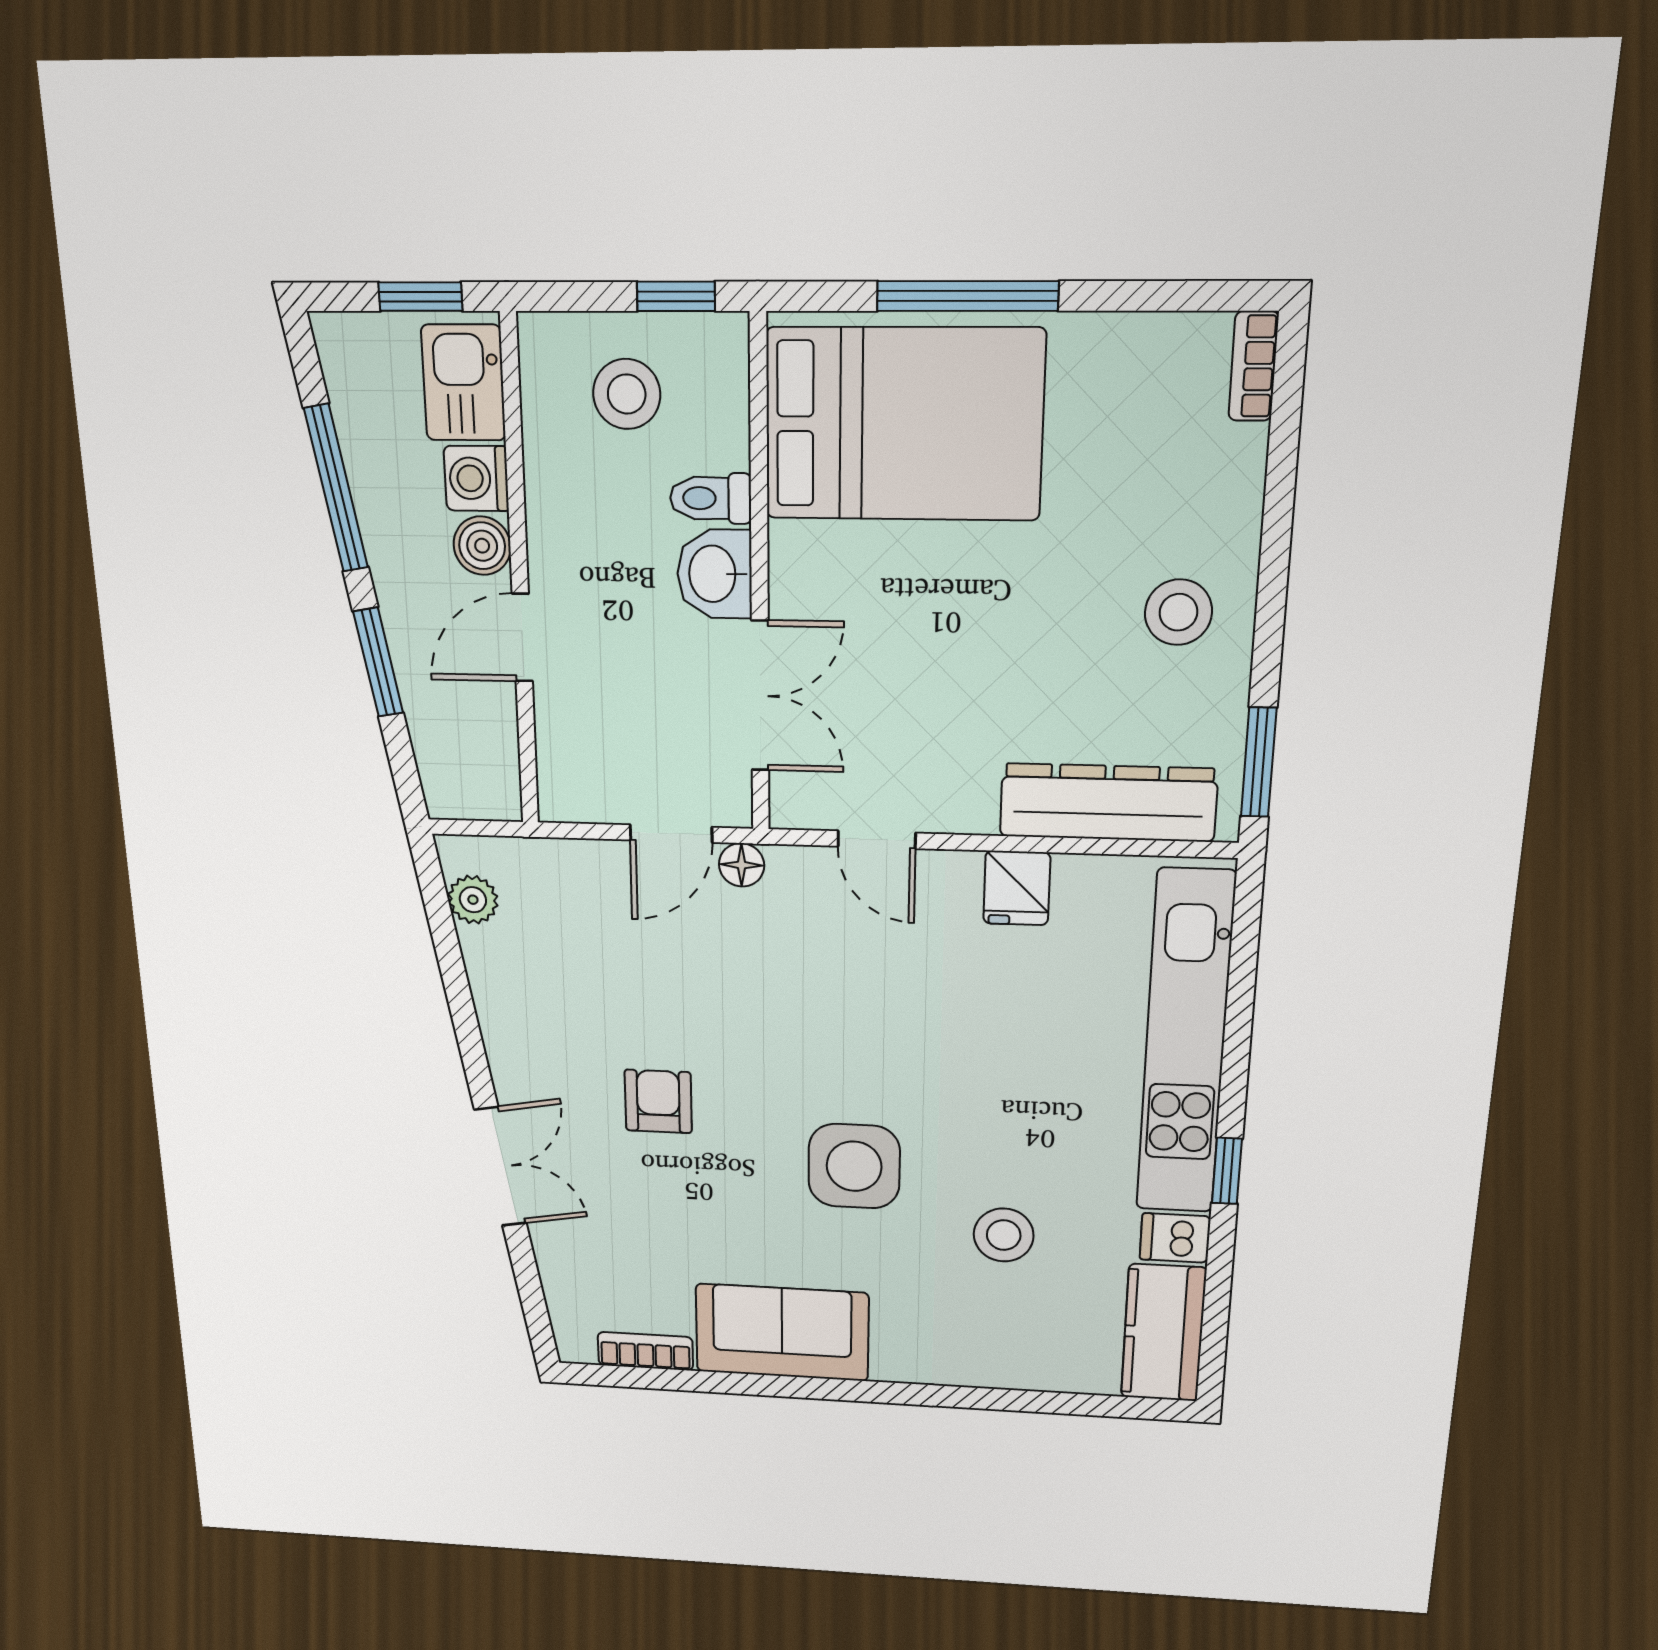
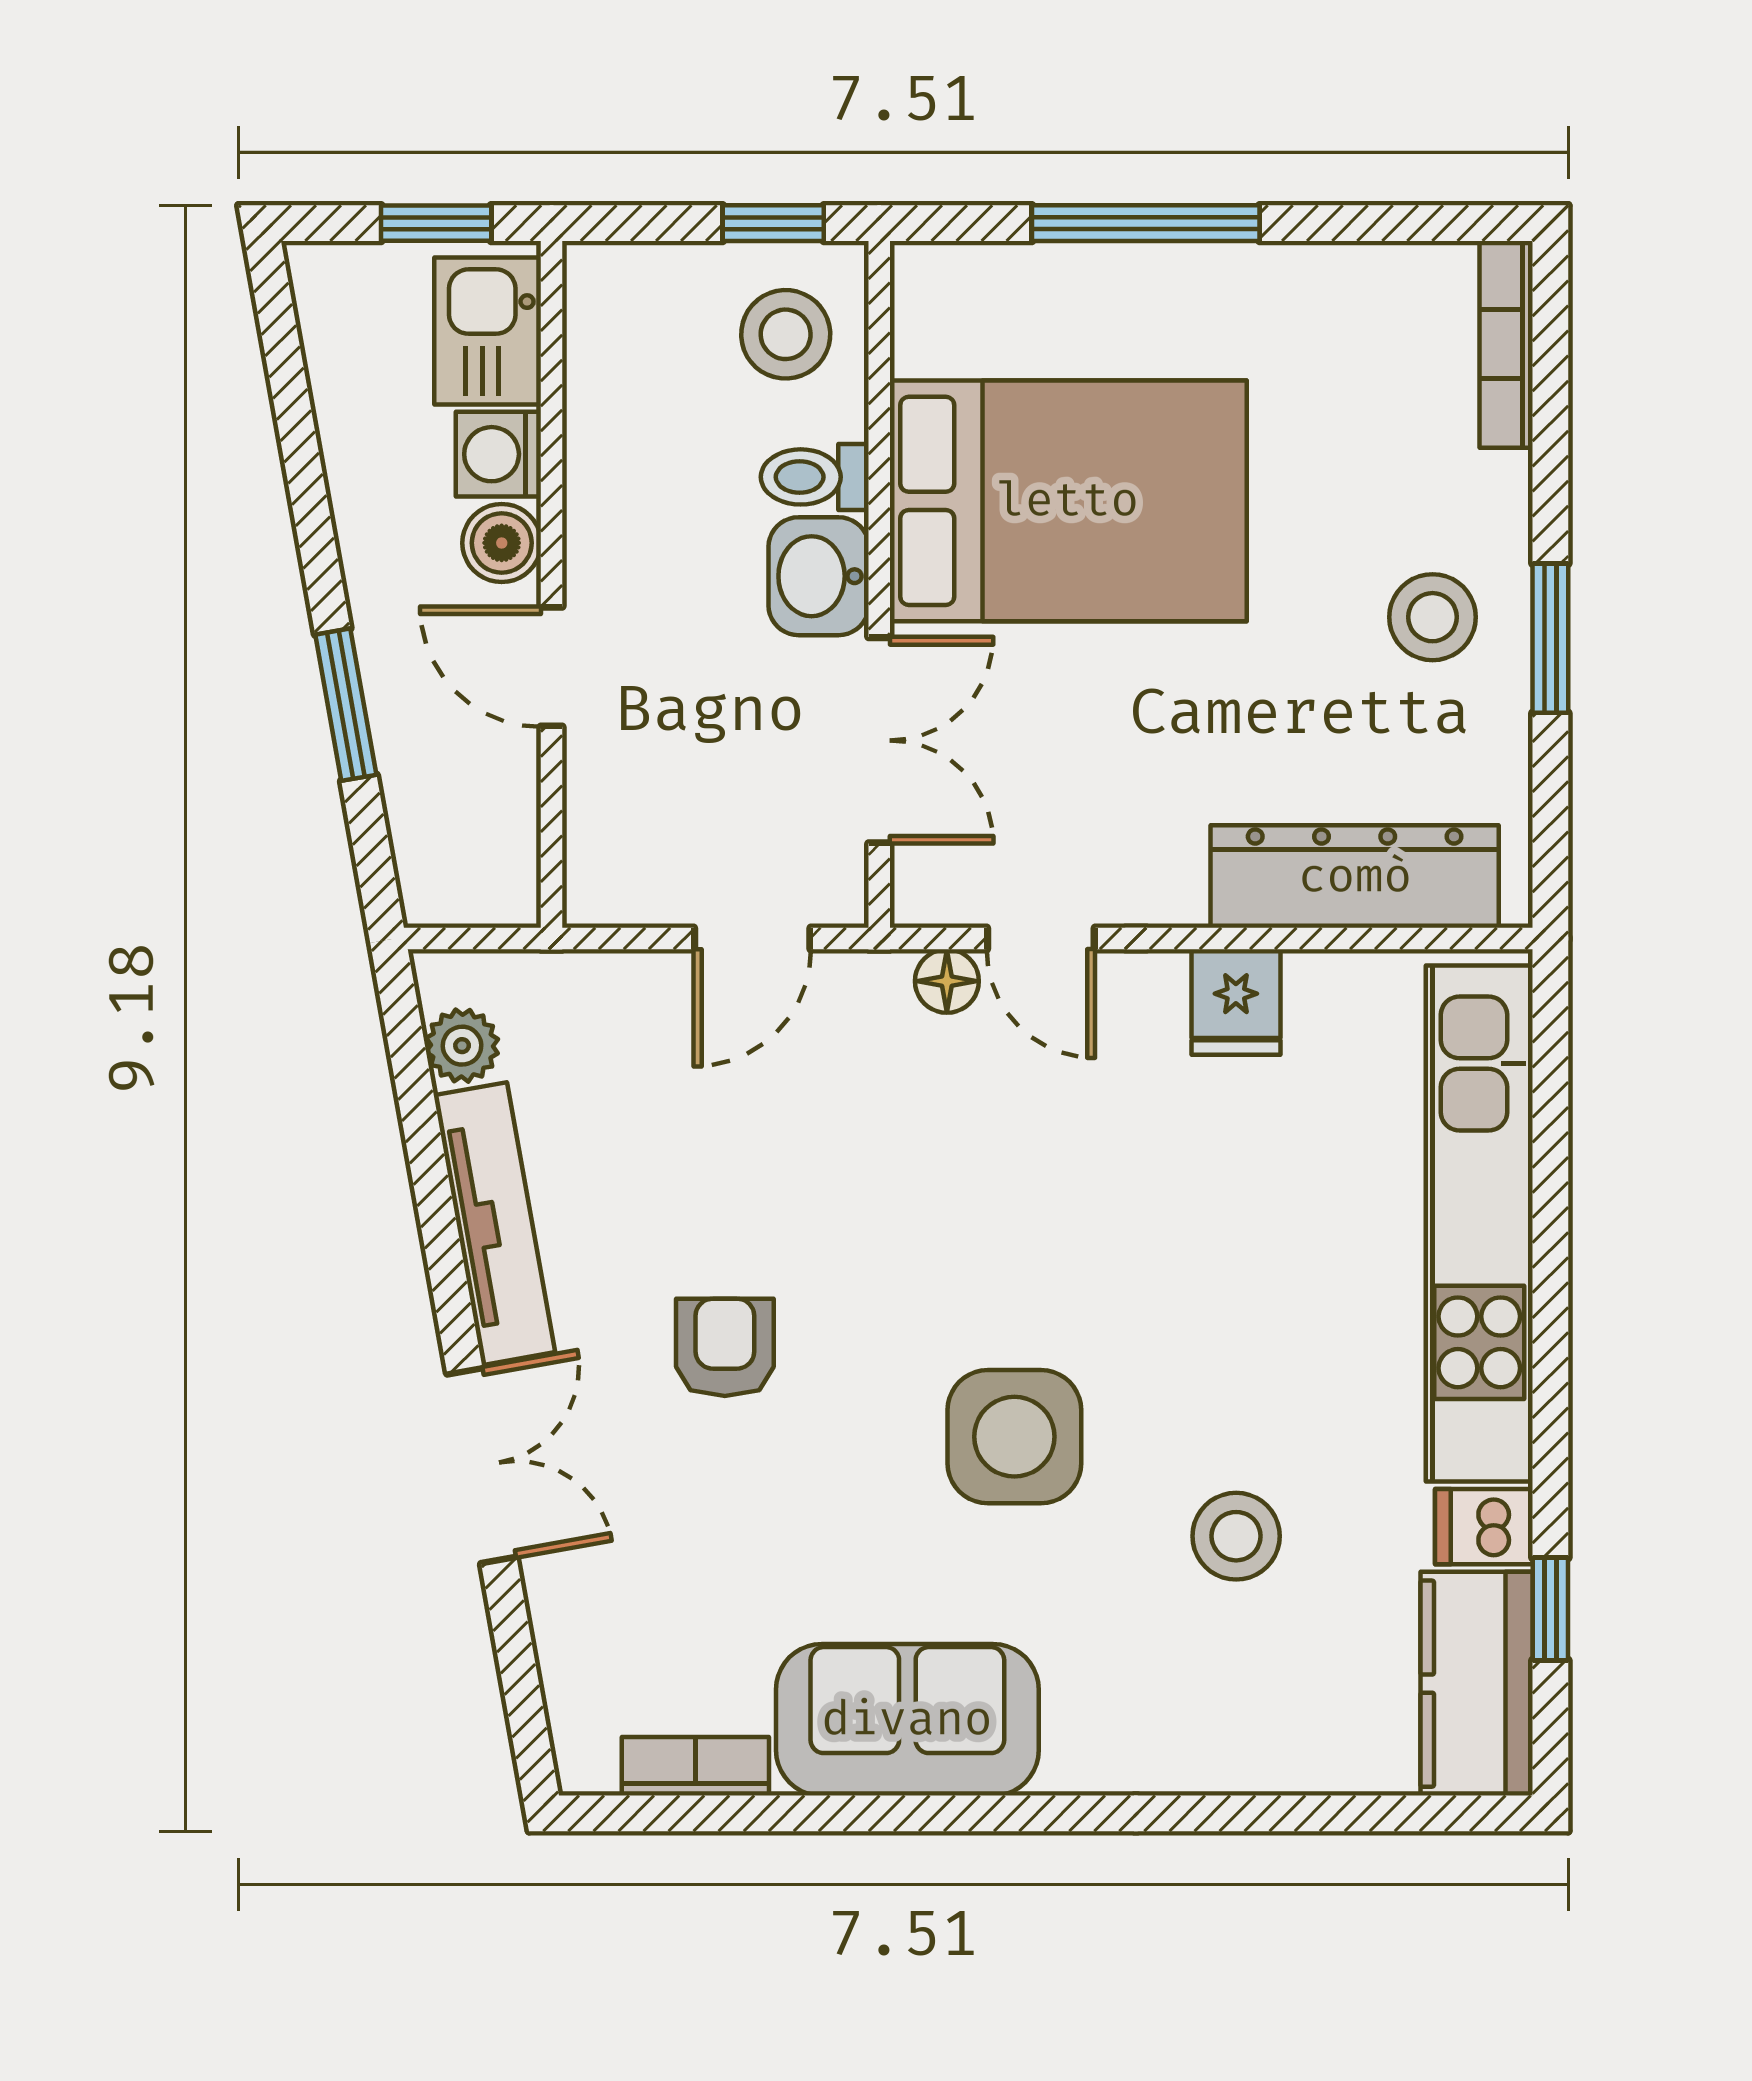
bookcase: (1254, 366) -> (1506, 344), width x1.56
stool: (627, 394) -> (786, 334), moved
bed: (904, 424) -> (1068, 501), moved
window: (336, 488) -> (304, 469), removed
door: (522, 638) -> (552, 667), hinge flipped
window: (1259, 762) -> (1550, 638), moved
floor lamp: (742, 865) -> (947, 981), moved
tv unit: (501, 1017) -> (494, 1224), added
window: (1227, 1171) -> (1550, 1609), moved

